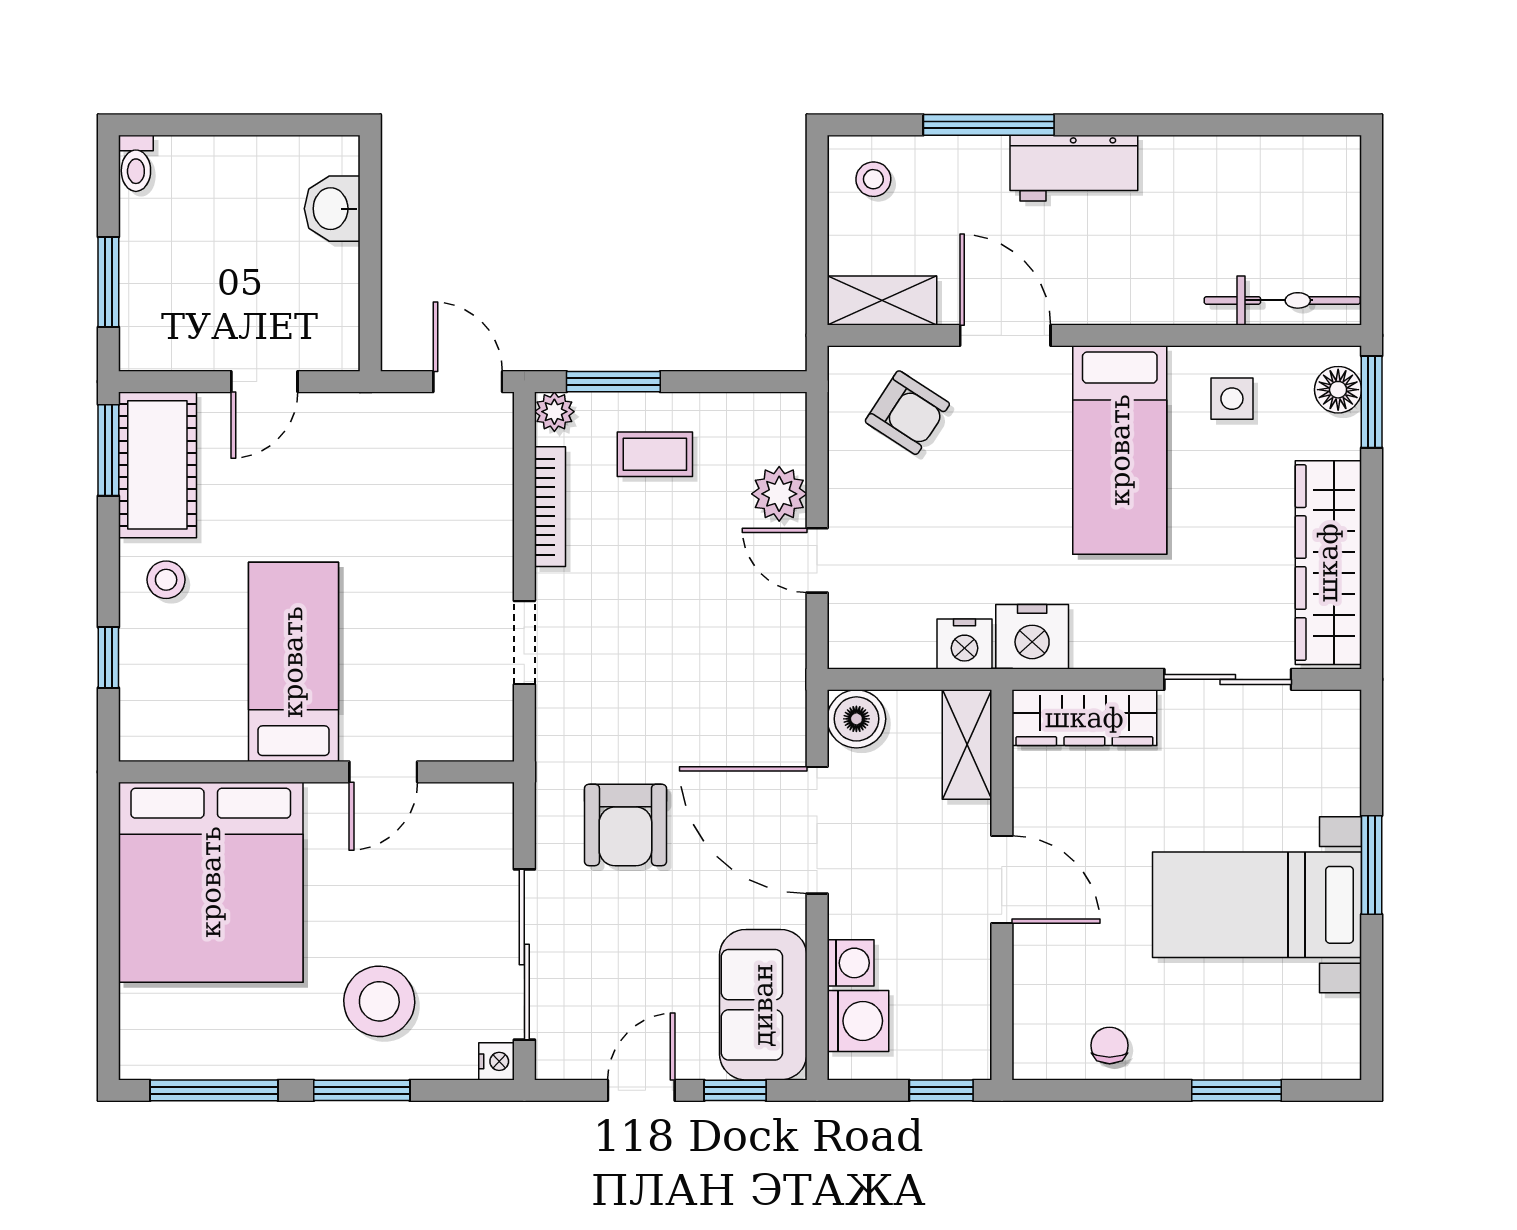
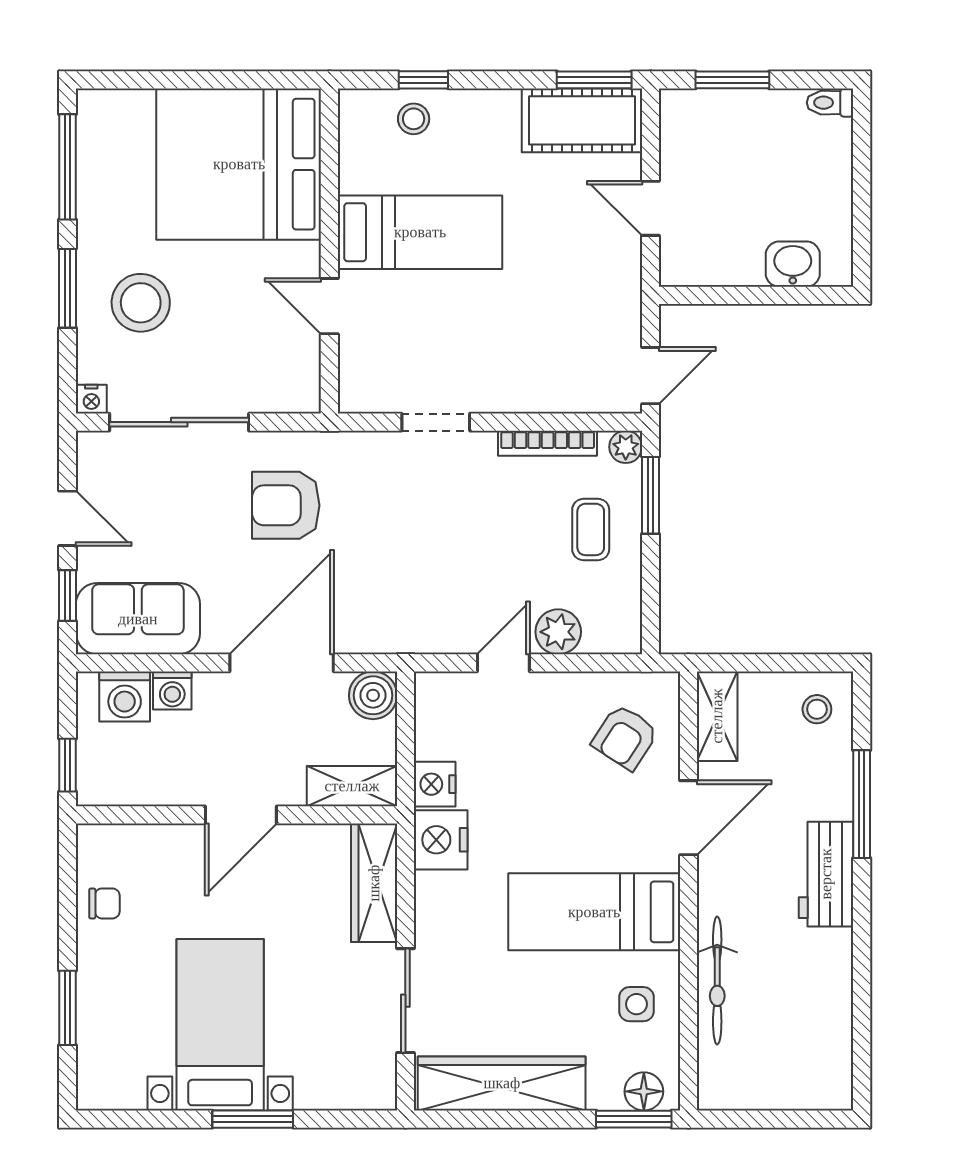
bicycle: (1282, 300) -> (717, 980), moved
stool: (166, 580) -> (414, 119), moved

